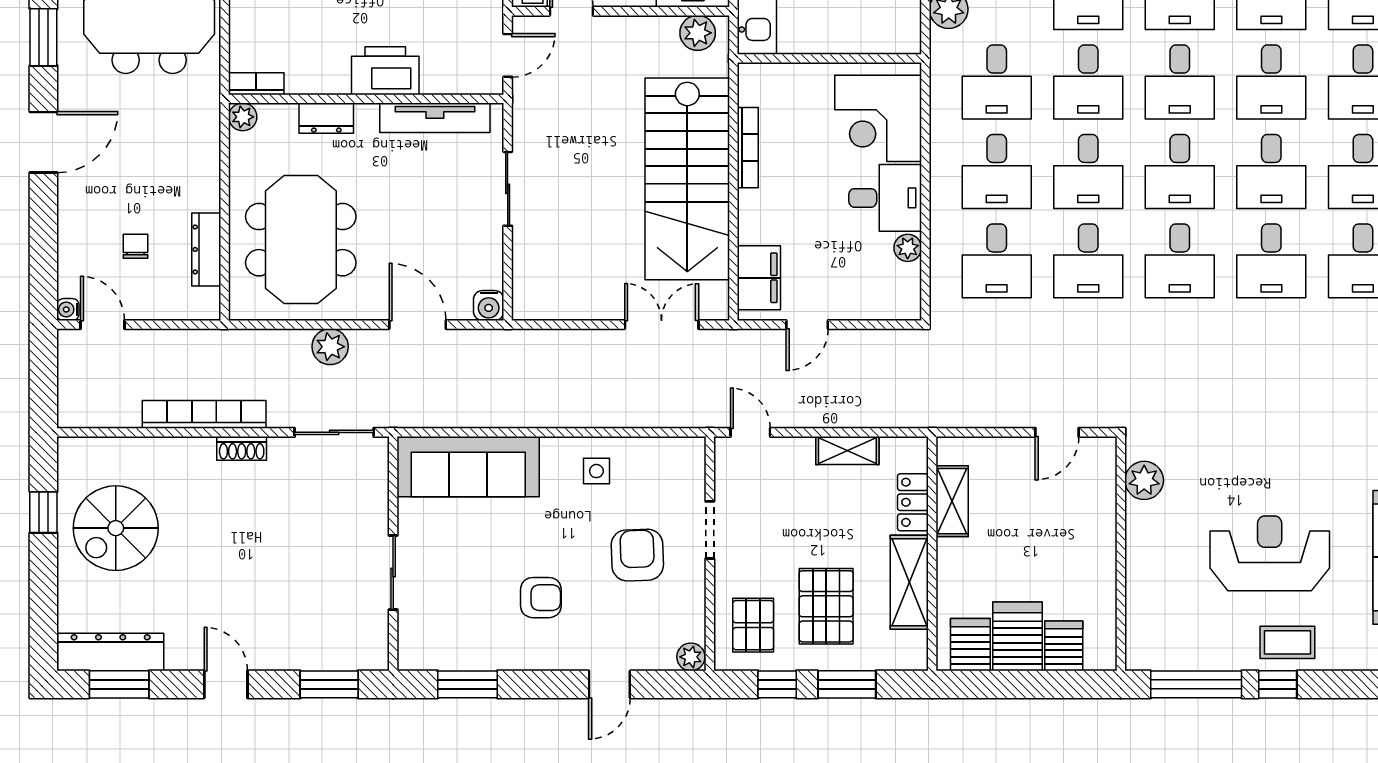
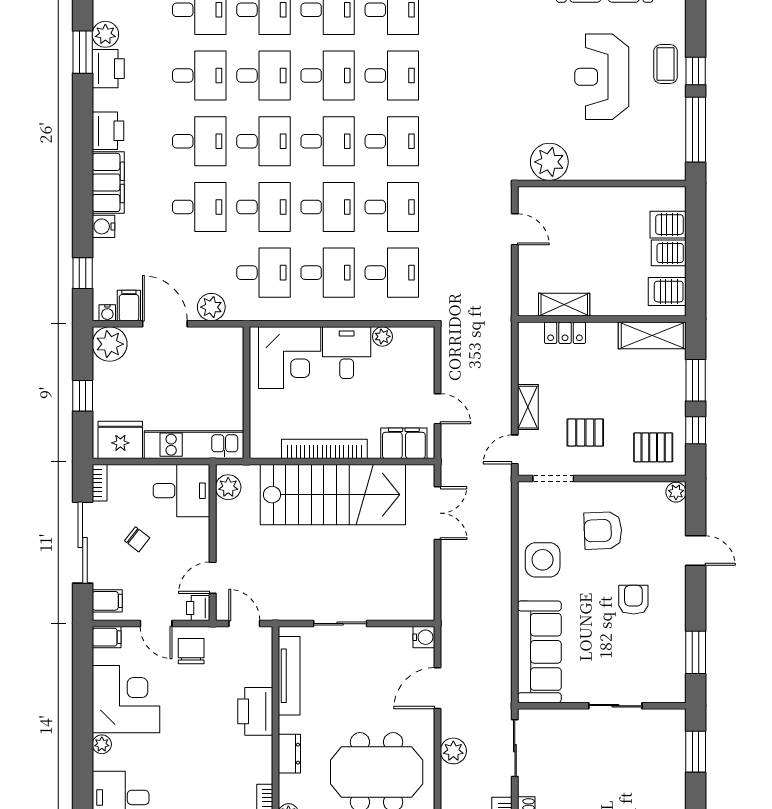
bookcase: (748, 148) -> (324, 449), width x1.48, depth x1.31
double door: (662, 325) -> (437, 513), swing flipped
shelving: (847, 451) -> (528, 407), moved
side table: (596, 471) -> (543, 560), width x1.87, depth x1.87
plant: (1144, 480) -> (549, 162), width x1.36, depth x1.36
doorway: (710, 530) -> (553, 478), moved
shelving: (909, 582) -> (652, 335), moved
pallet: (826, 606) -> (585, 432), moved, width x0.67, depth x0.71
server rack: (1017, 636) -> (669, 253), width x0.73, depth x0.70

